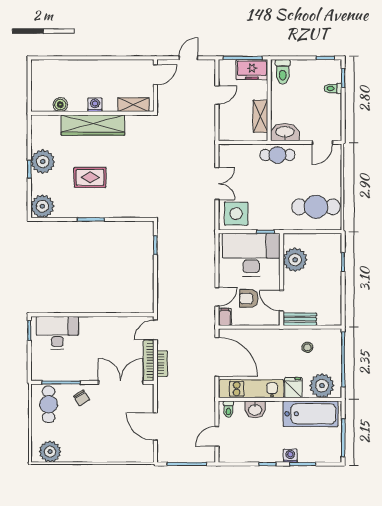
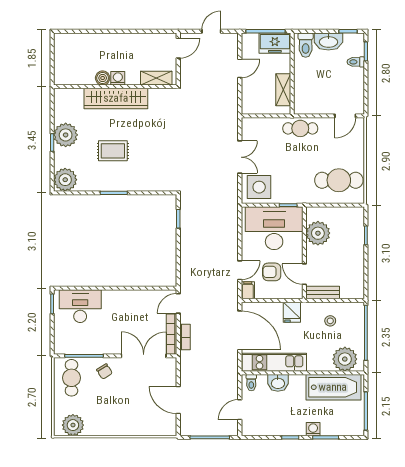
boiler: (60, 105) -> (103, 78), moved
washbasin: (285, 132) -> (328, 41), moved, turned 180
fridge: (293, 388) -> (292, 312), moved, turned 180

